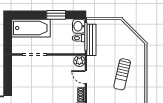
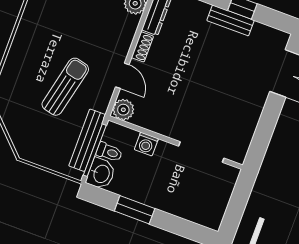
bathtub: (31, 28) -> (189, 203), removed
washing machine: (62, 49) -> (146, 144), added
sun lounger: (122, 74) -> (65, 87), moved

